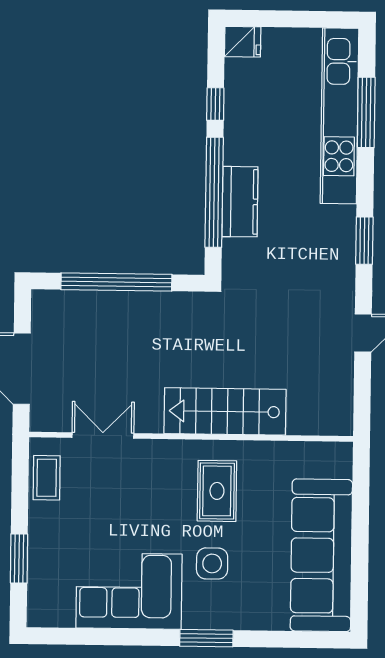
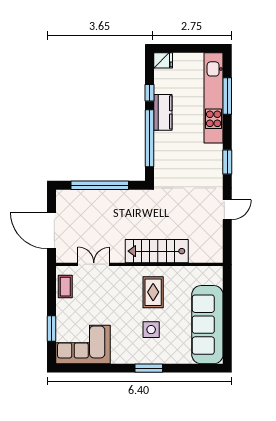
kitchen counter: (240, 202) -> (163, 112), moved
corner sofa: (129, 591) -> (83, 344), moved

